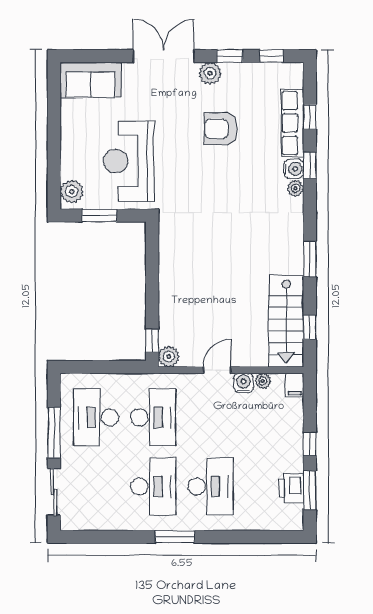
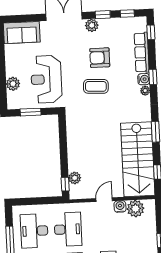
window: (310, 117) -> (151, 32), moved
coffee table: (212, 177) -> (96, 86), added
plant: (72, 191) -> (13, 84), moved
stairs: (286, 321) -> (138, 159), width x1.36, depth x1.51
plant: (169, 357) -> (75, 178), moved
plant: (263, 381) -> (135, 209), width x1.88, depth x1.88
filing cabinet: (295, 385) -> (150, 206), removed

